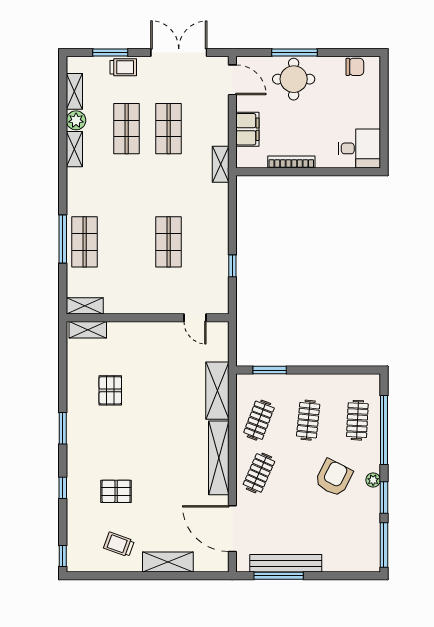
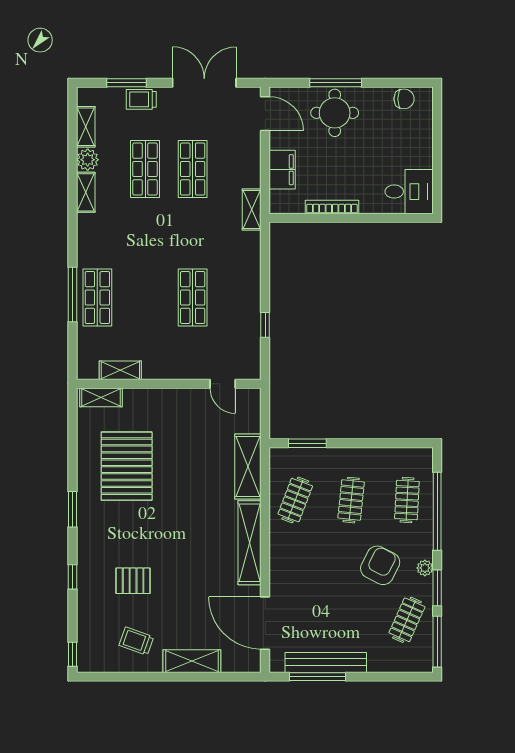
trolley: (123, 67) -> (141, 99), turned 180
shelving: (85, 306) -> (120, 370), moved
pallet: (110, 390) -> (127, 466), width x2.05, depth x2.00
clothes rail: (259, 473) -> (407, 620), moved

